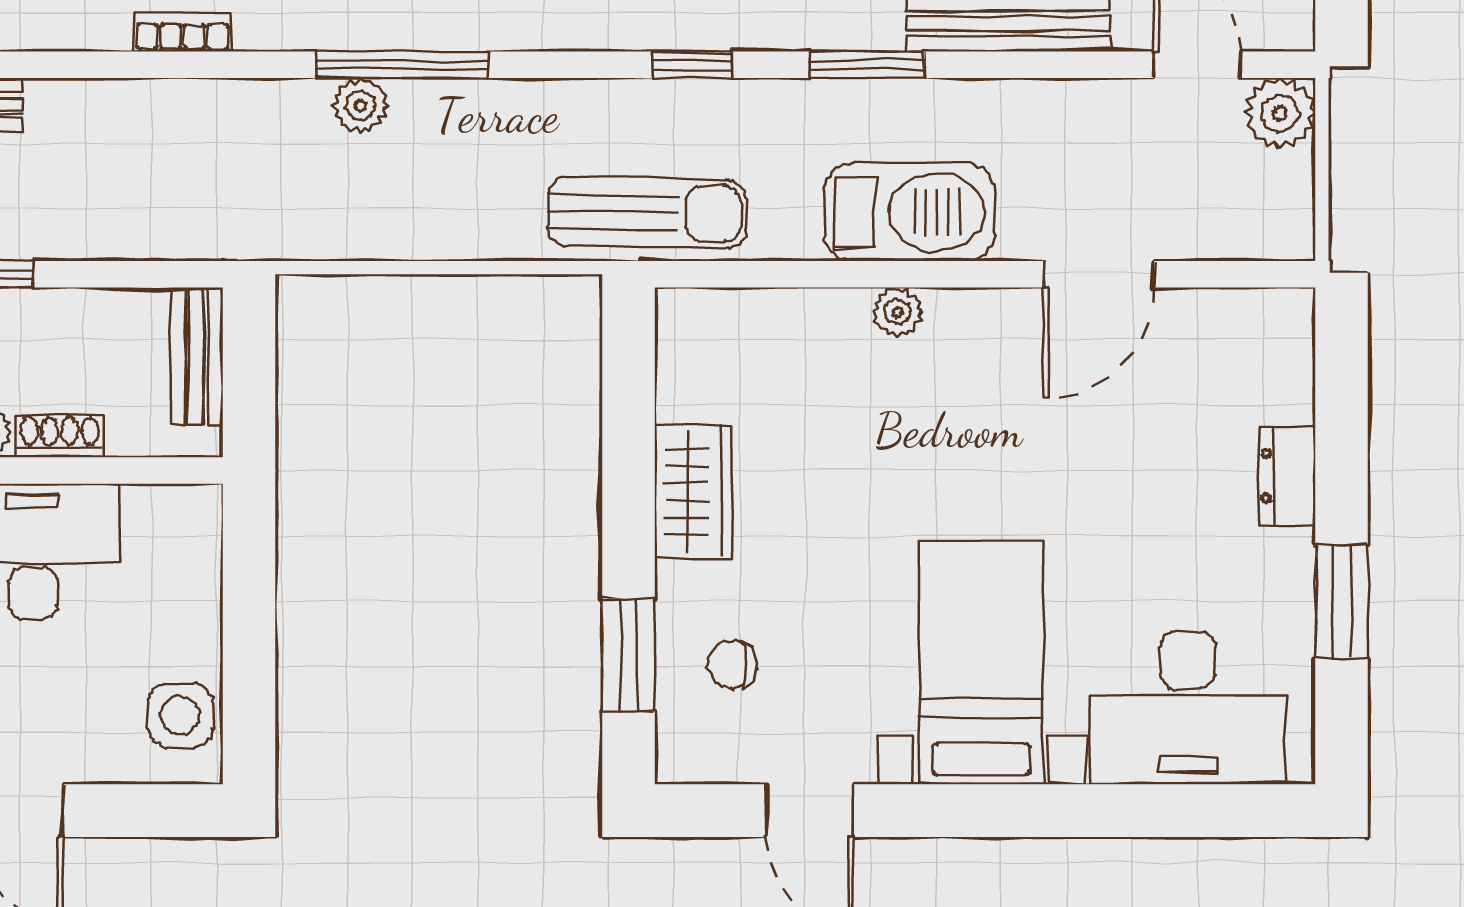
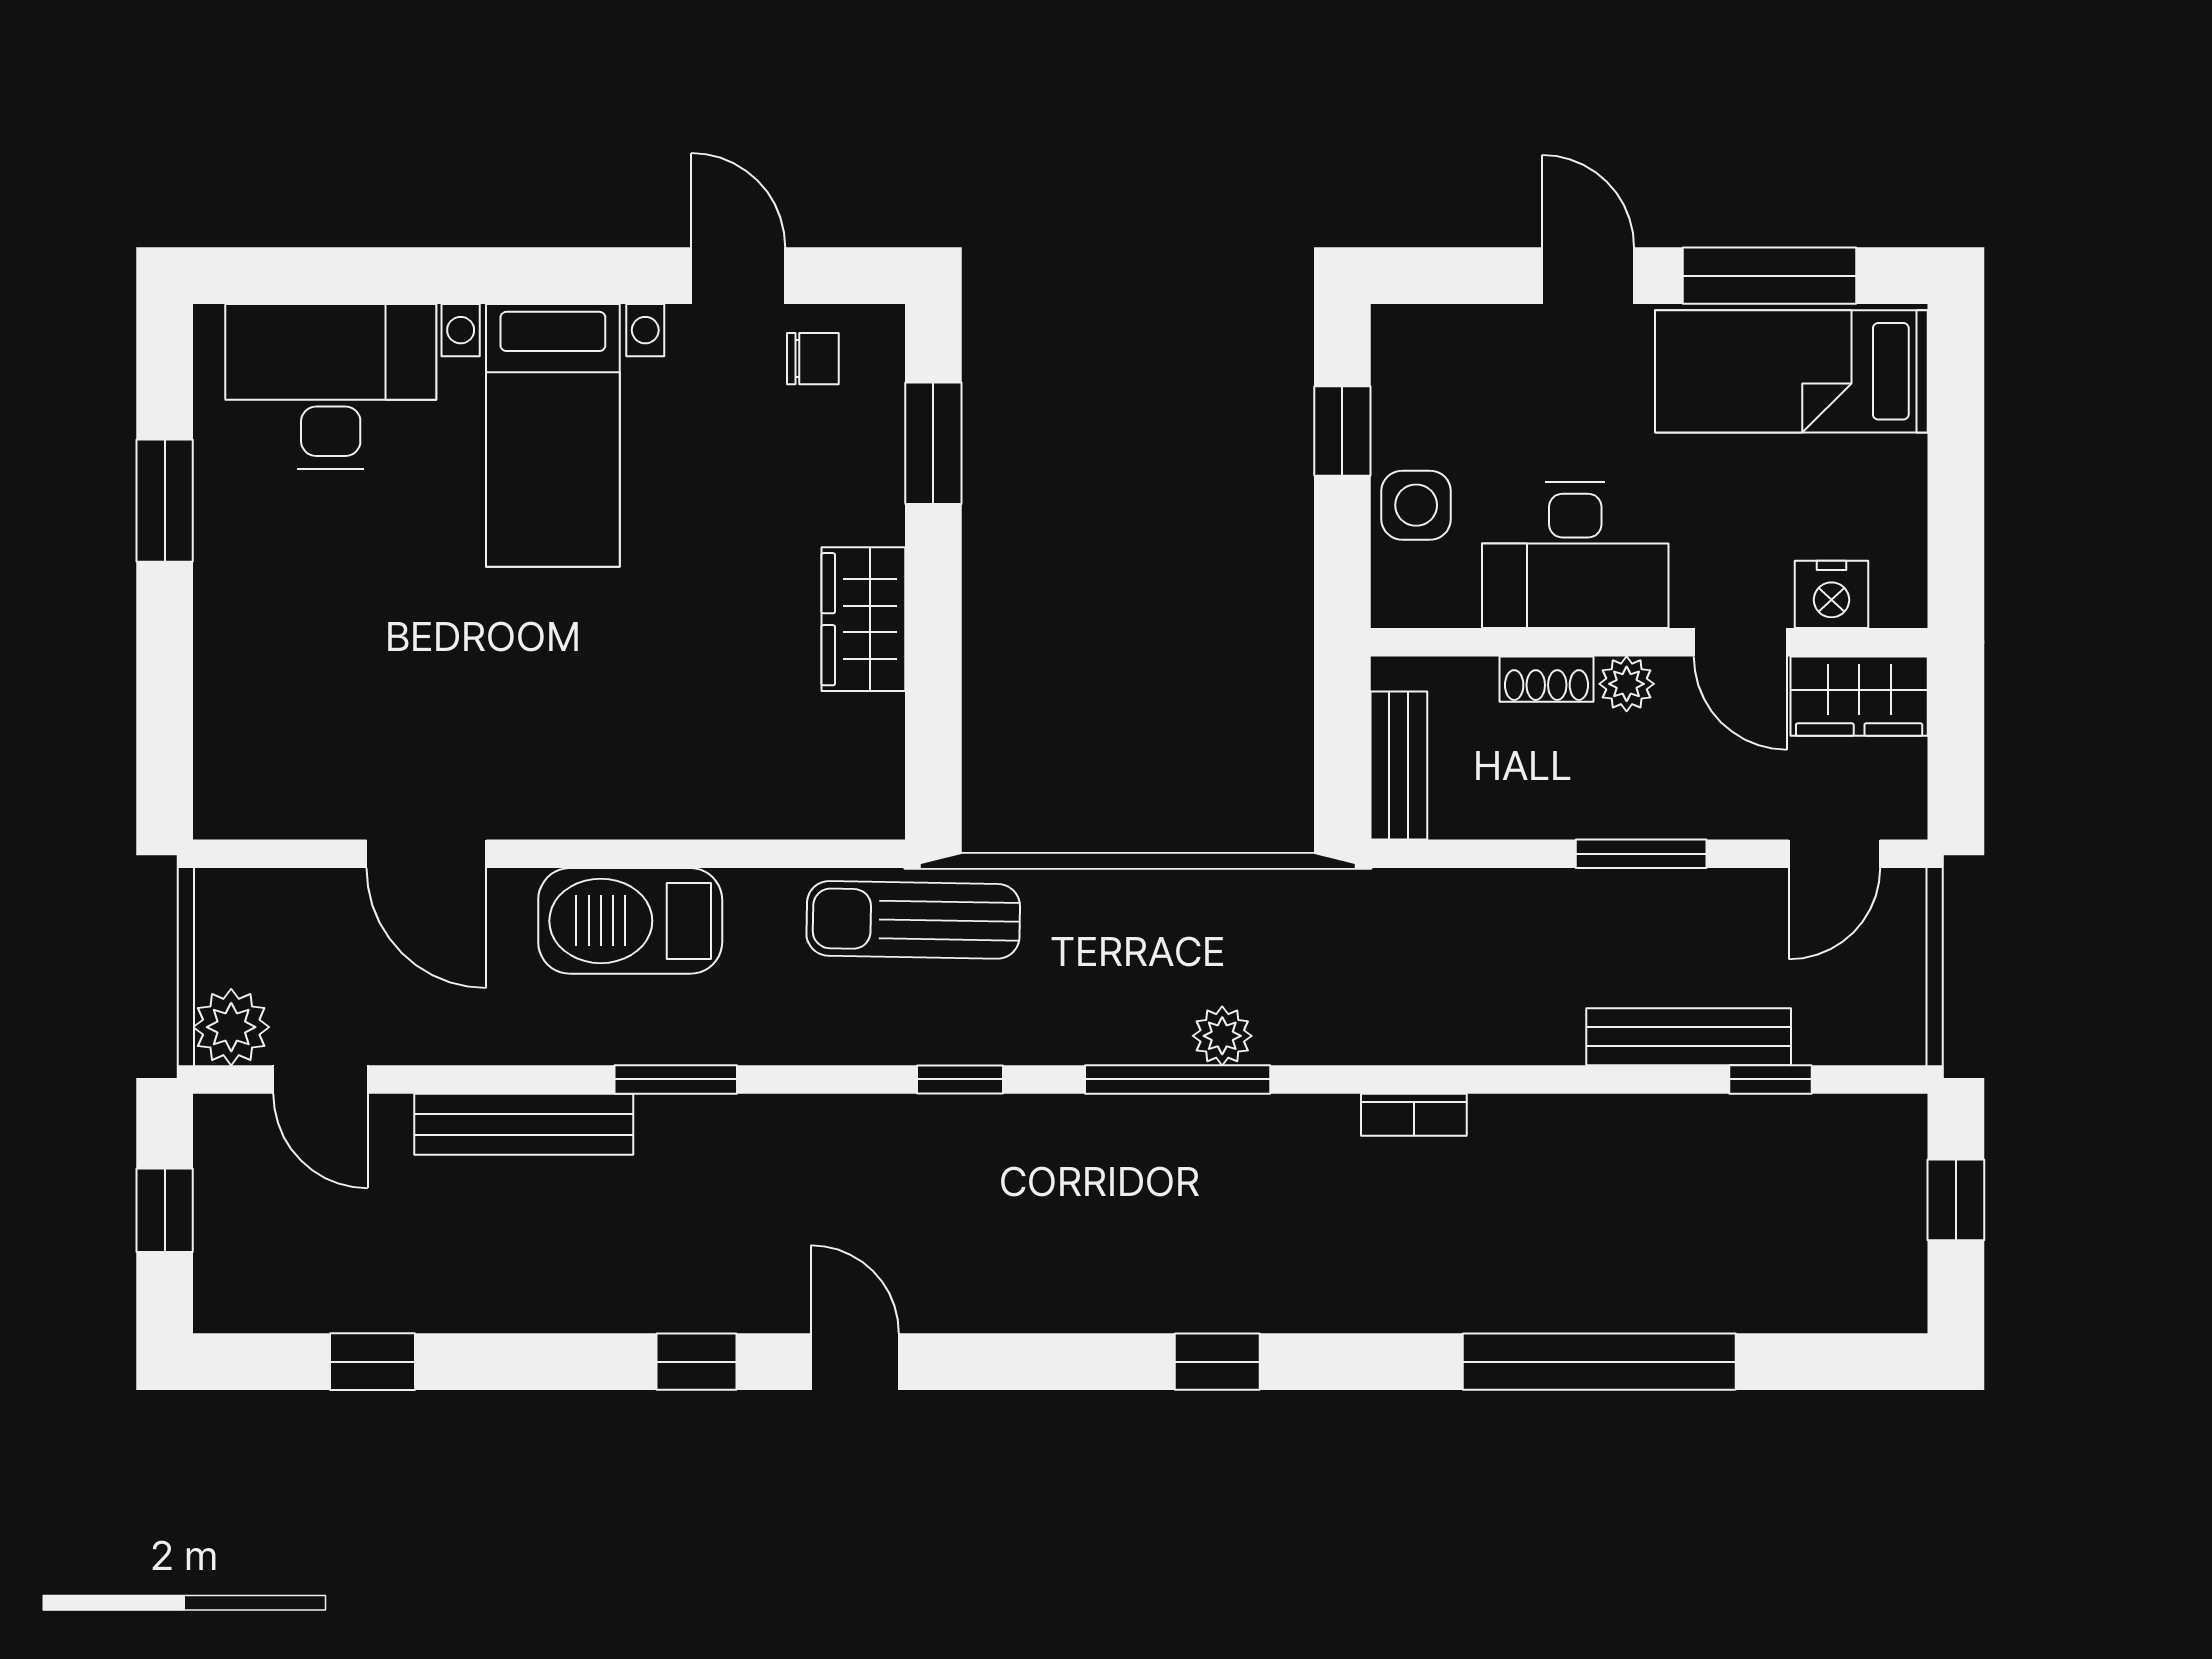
window: (692, 65) -> (960, 1079), moved
door: (1099, 274) -> (426, 854), swing flipped
plant: (898, 312) -> (643, 813), removed
dresser: (1288, 476) -> (223, 636), removed
chair: (732, 665) -> (813, 359), moved
window: (249, 666) -> (1342, 431), added
side table: (180, 715) -> (1416, 505), moved

